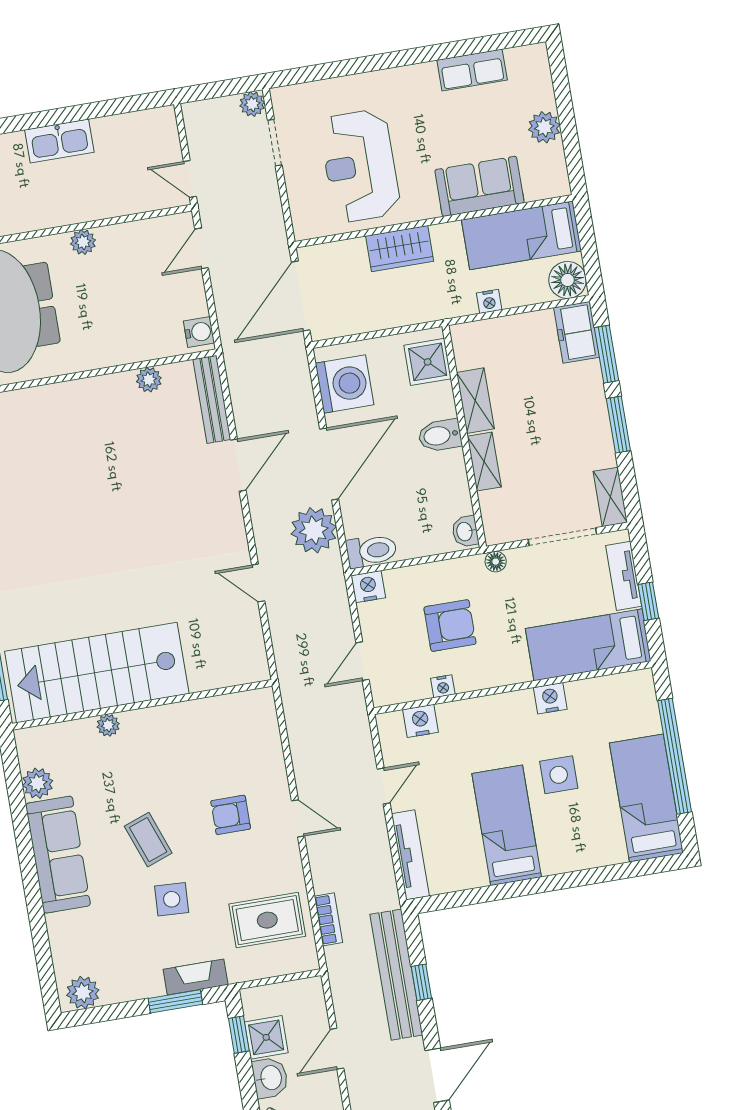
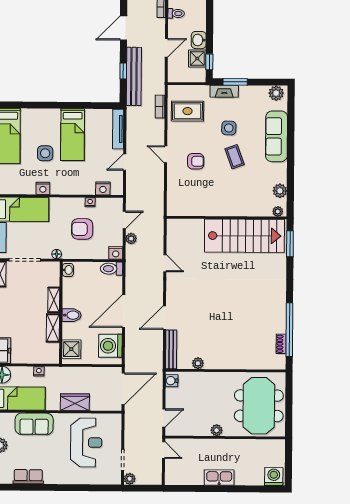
plant: (314, 530) -> (131, 239), moved, width x0.53, depth x0.53
plant: (108, 725) -> (278, 211), moved
sofa: (58, 855) -> (276, 136), moved

